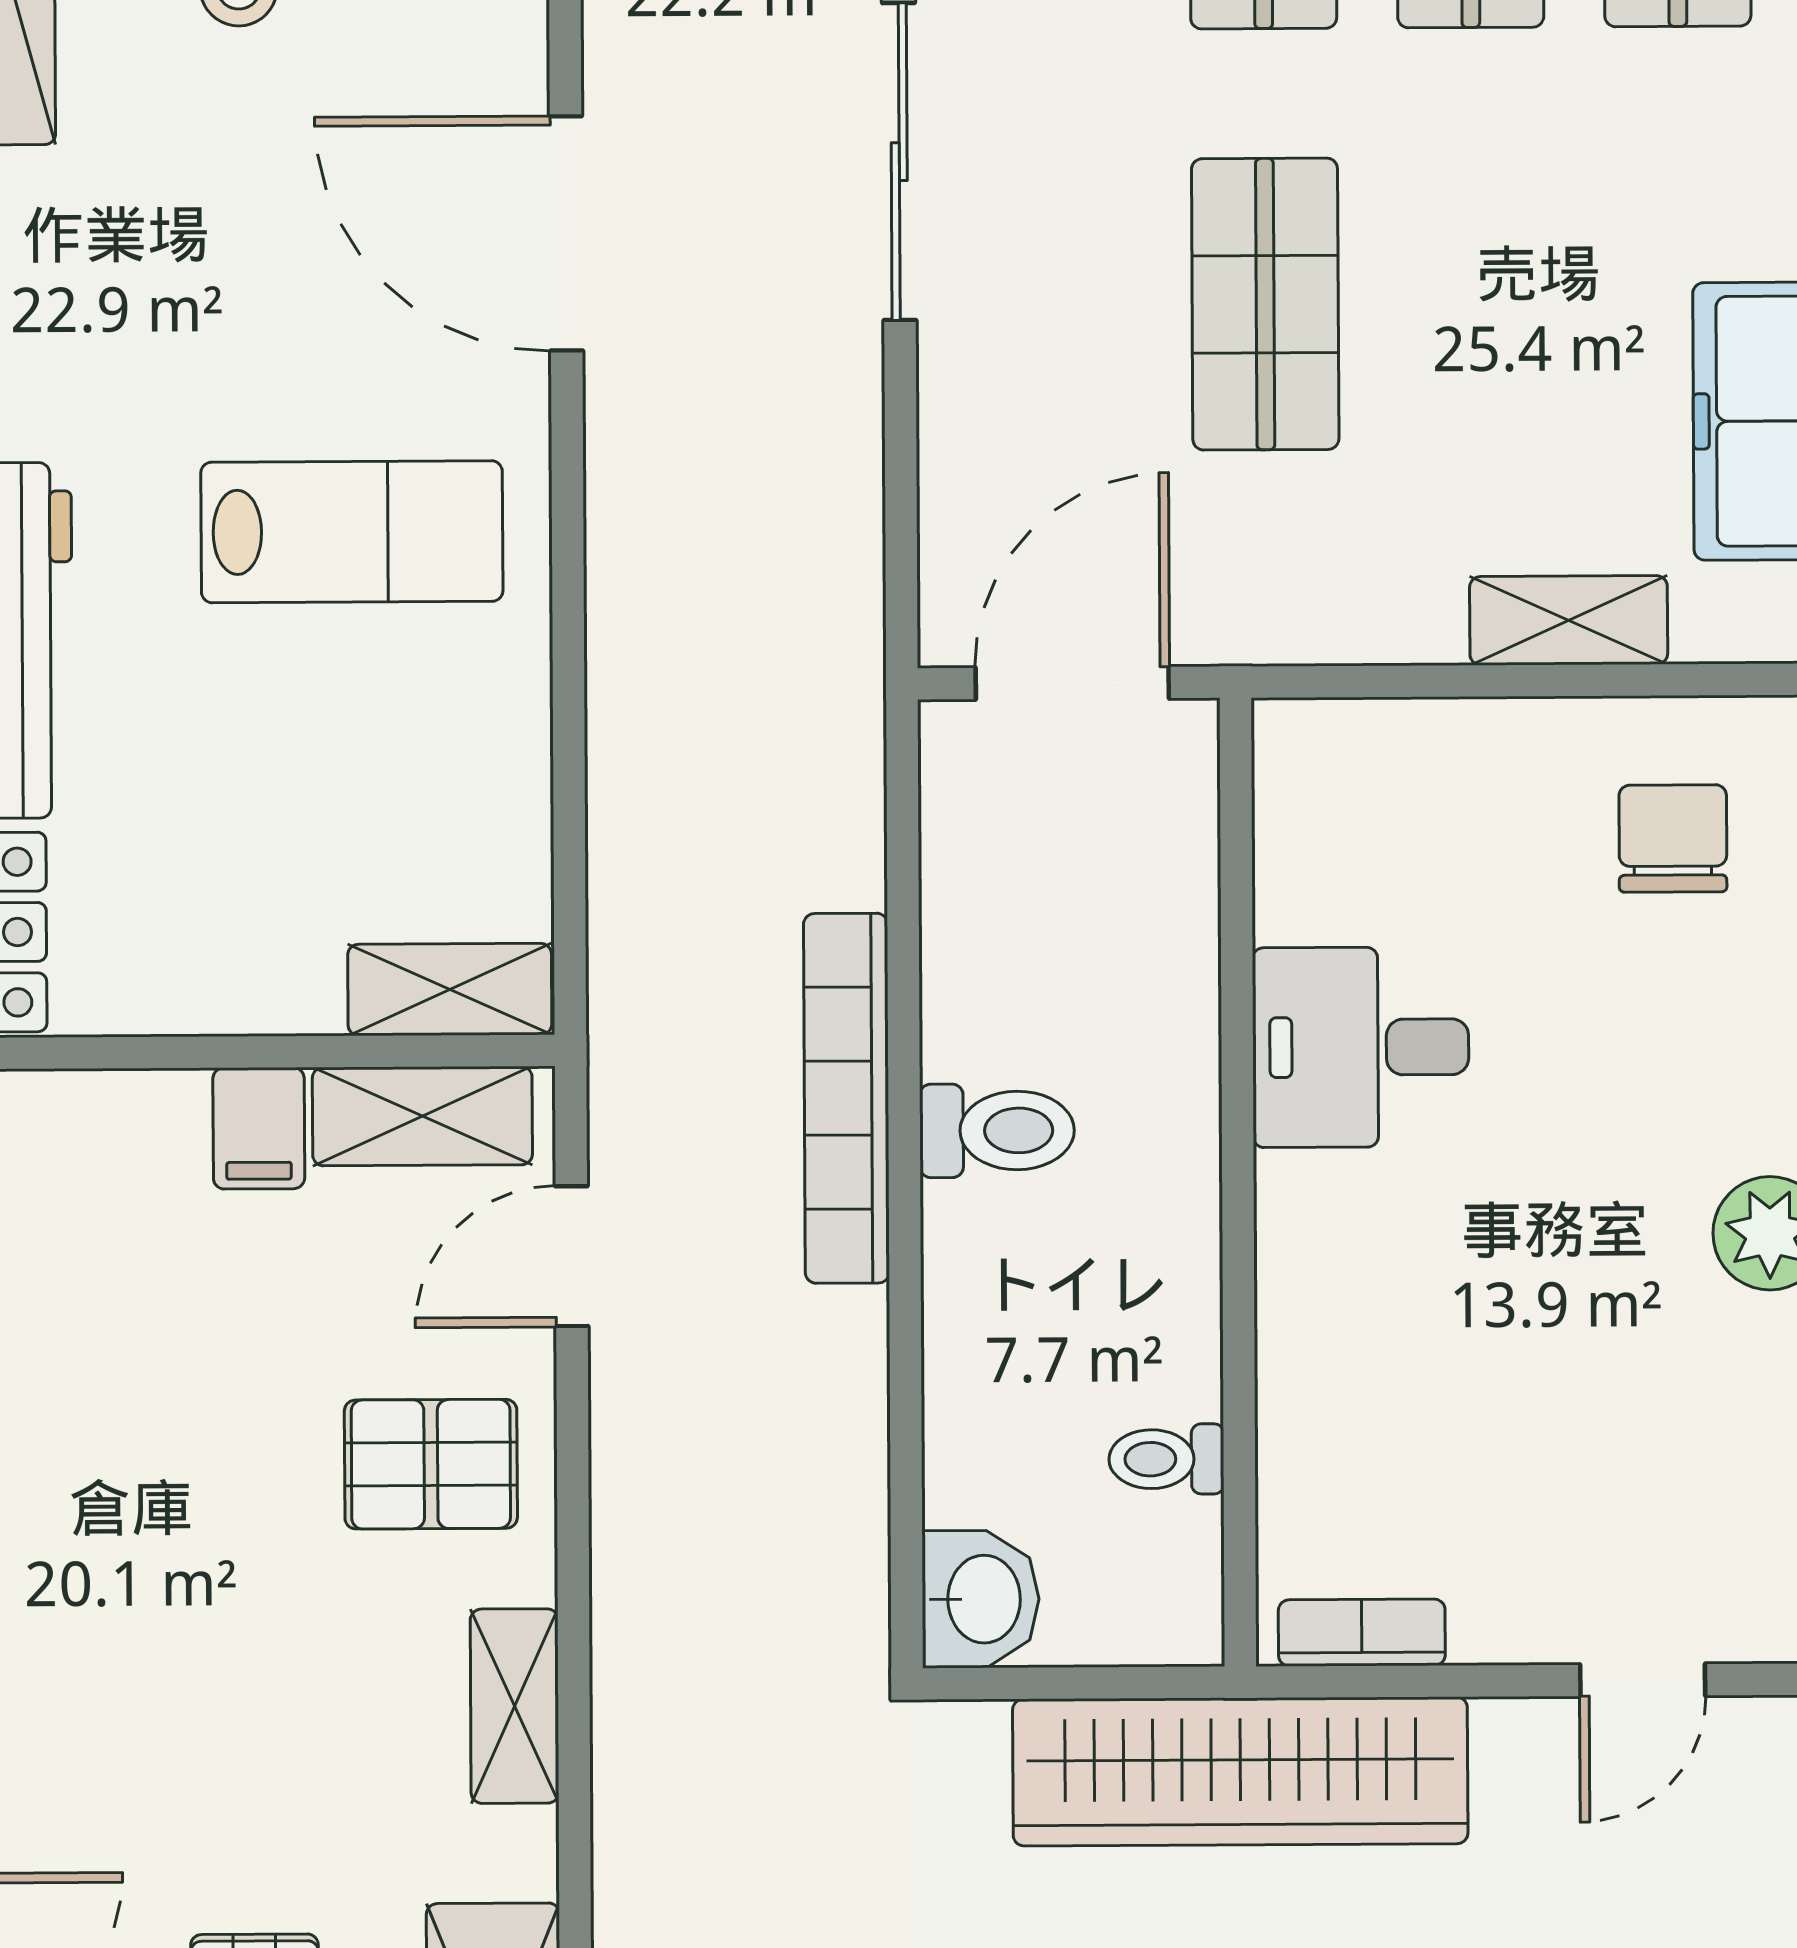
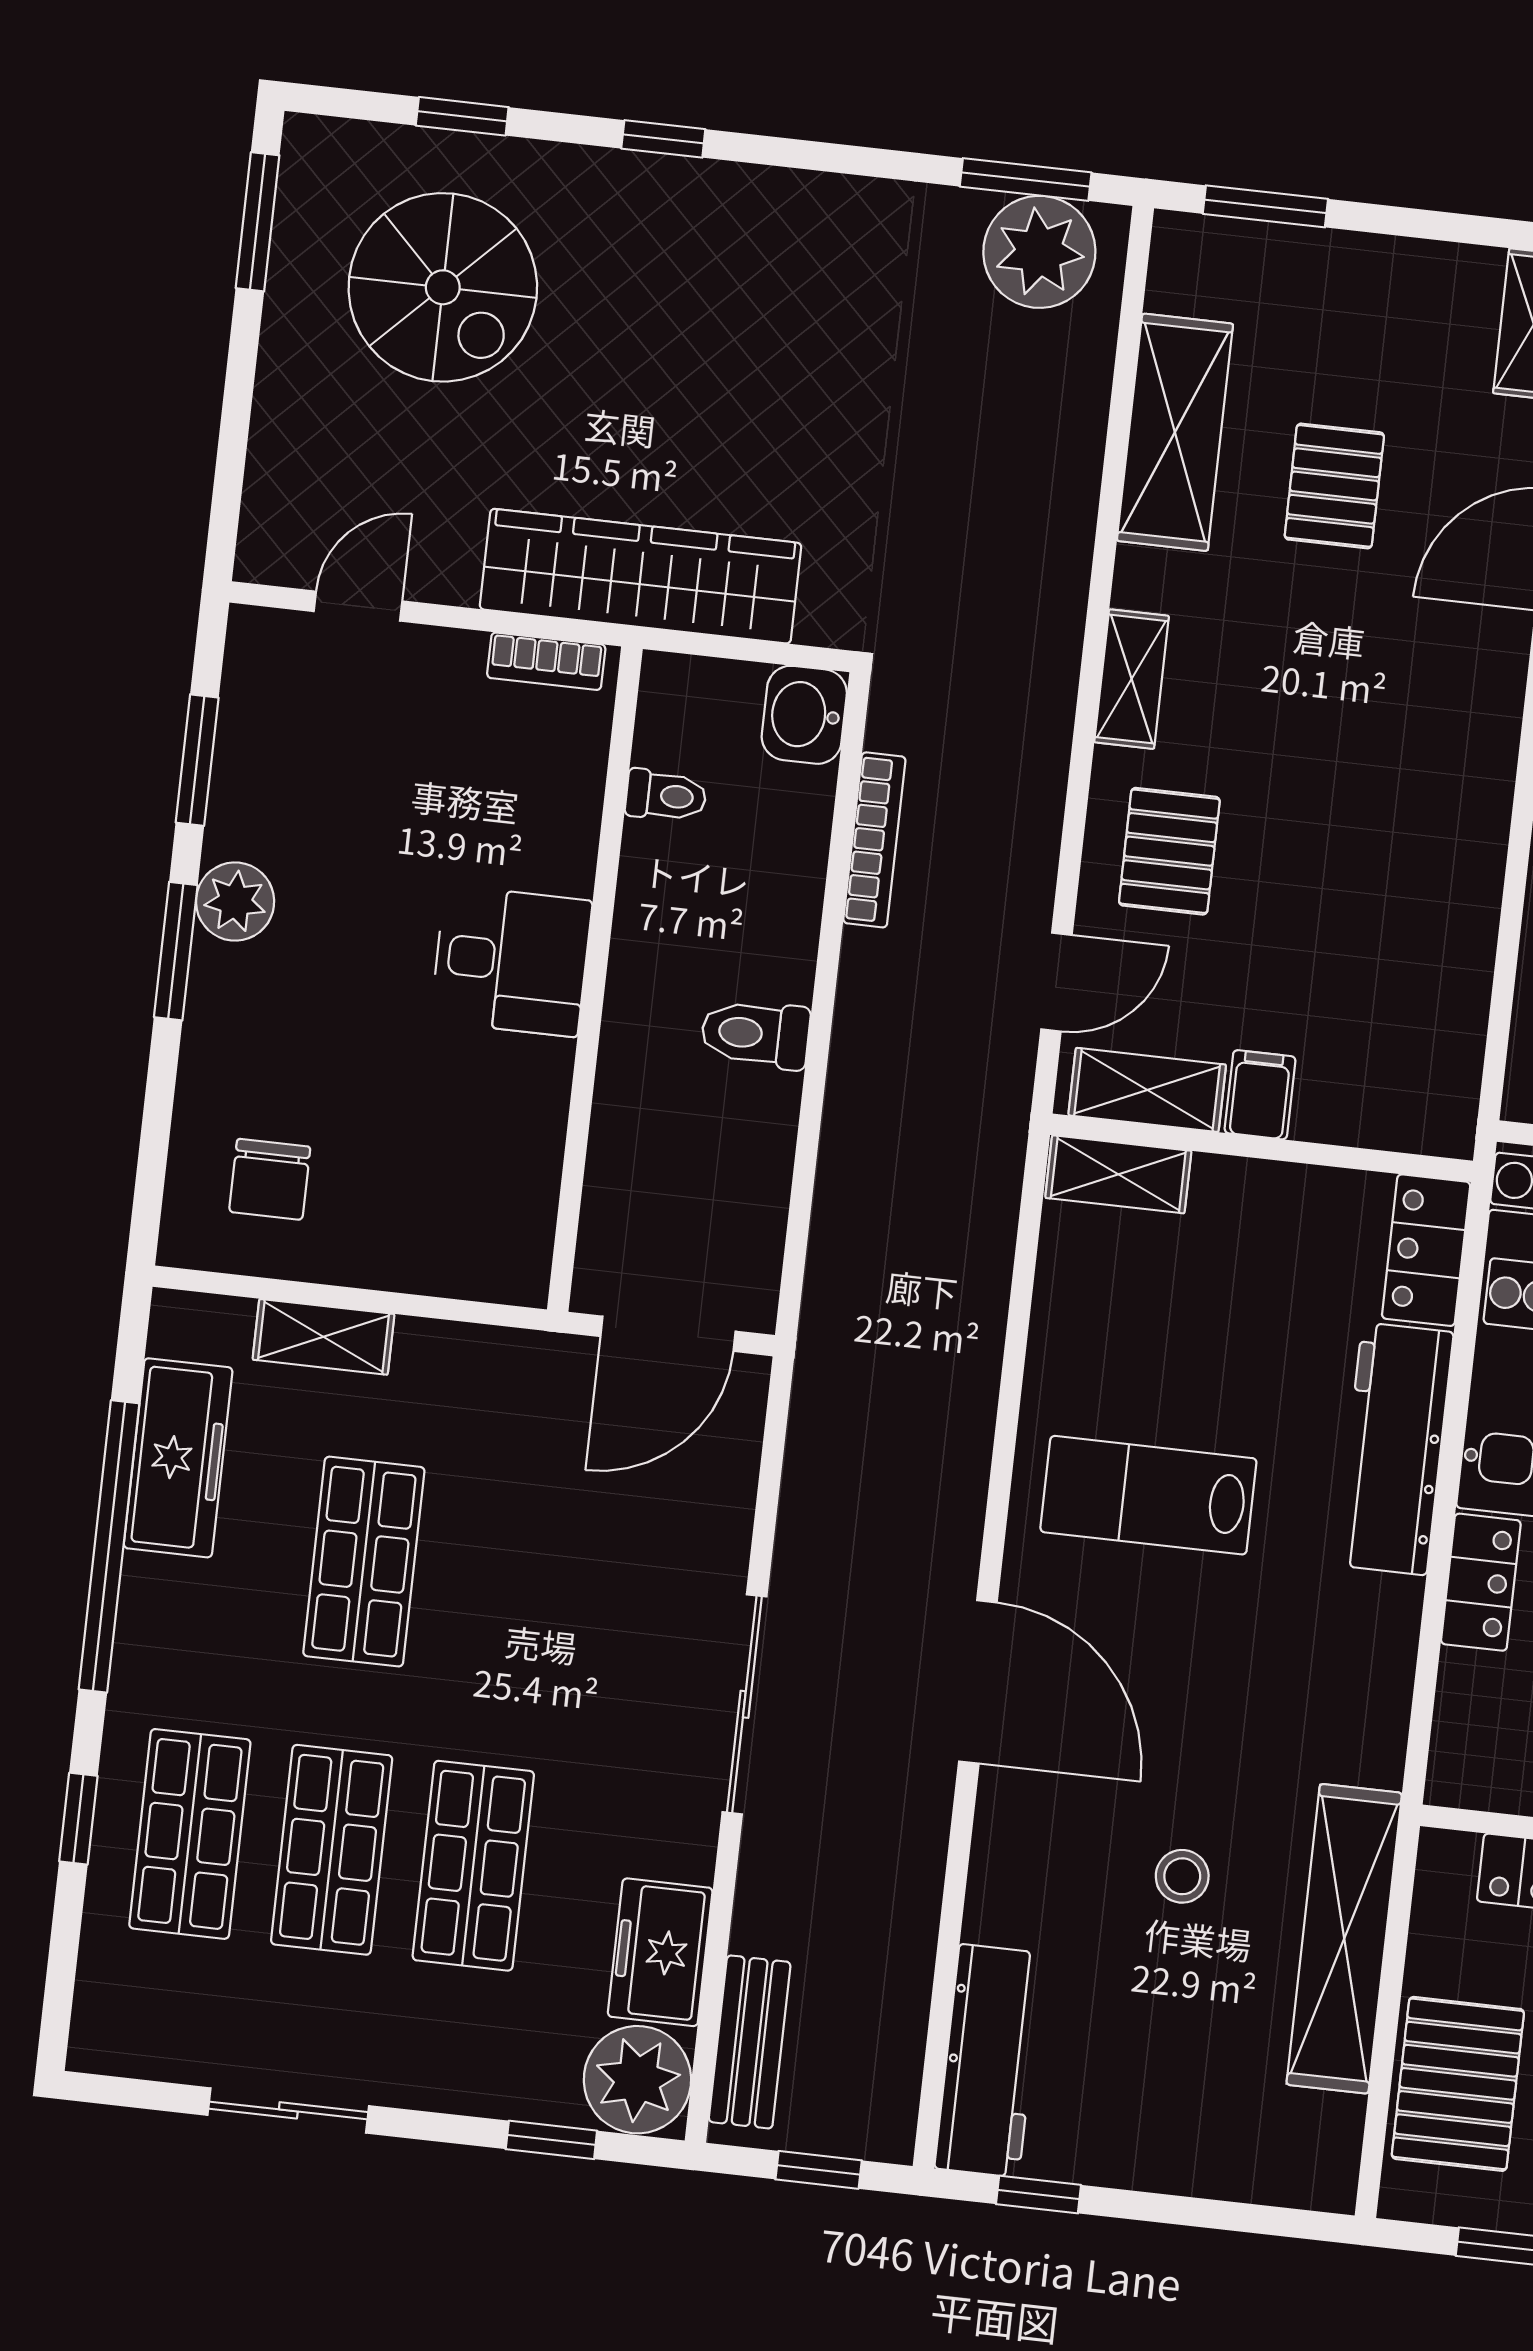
shop shelf: (1265, 304) -> (364, 1562), moved
desk: (1361, 1047) -> (511, 961), moved
bookcase: (846, 1098) -> (874, 840), moved, width x0.68, depth x0.76
pallet: (431, 1464) -> (1169, 851), turned 90

